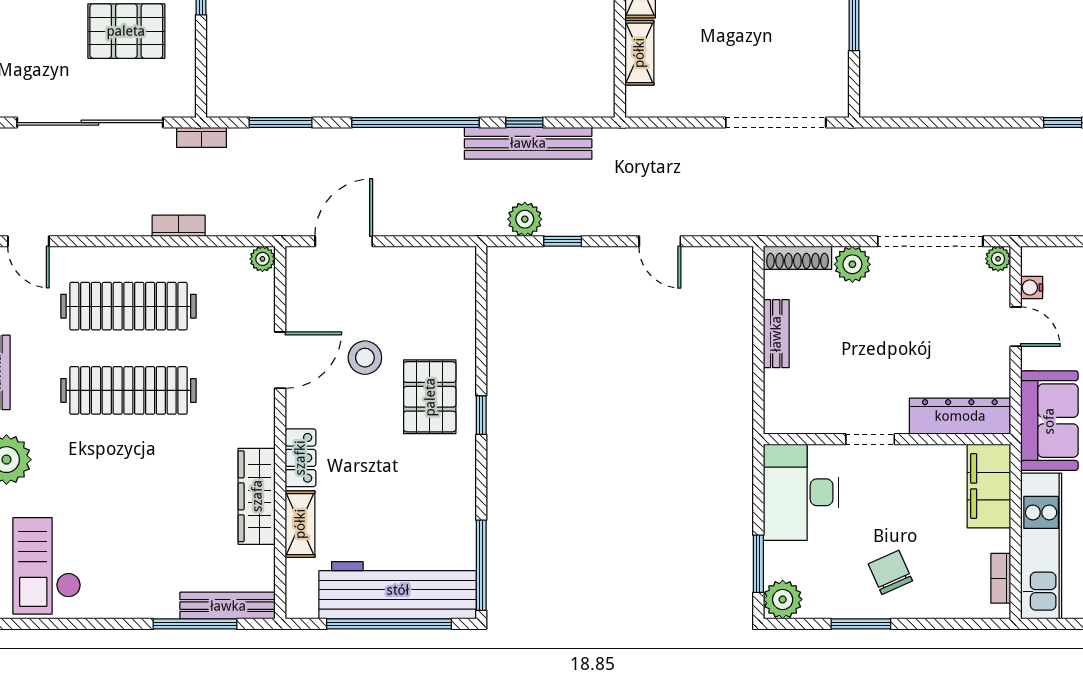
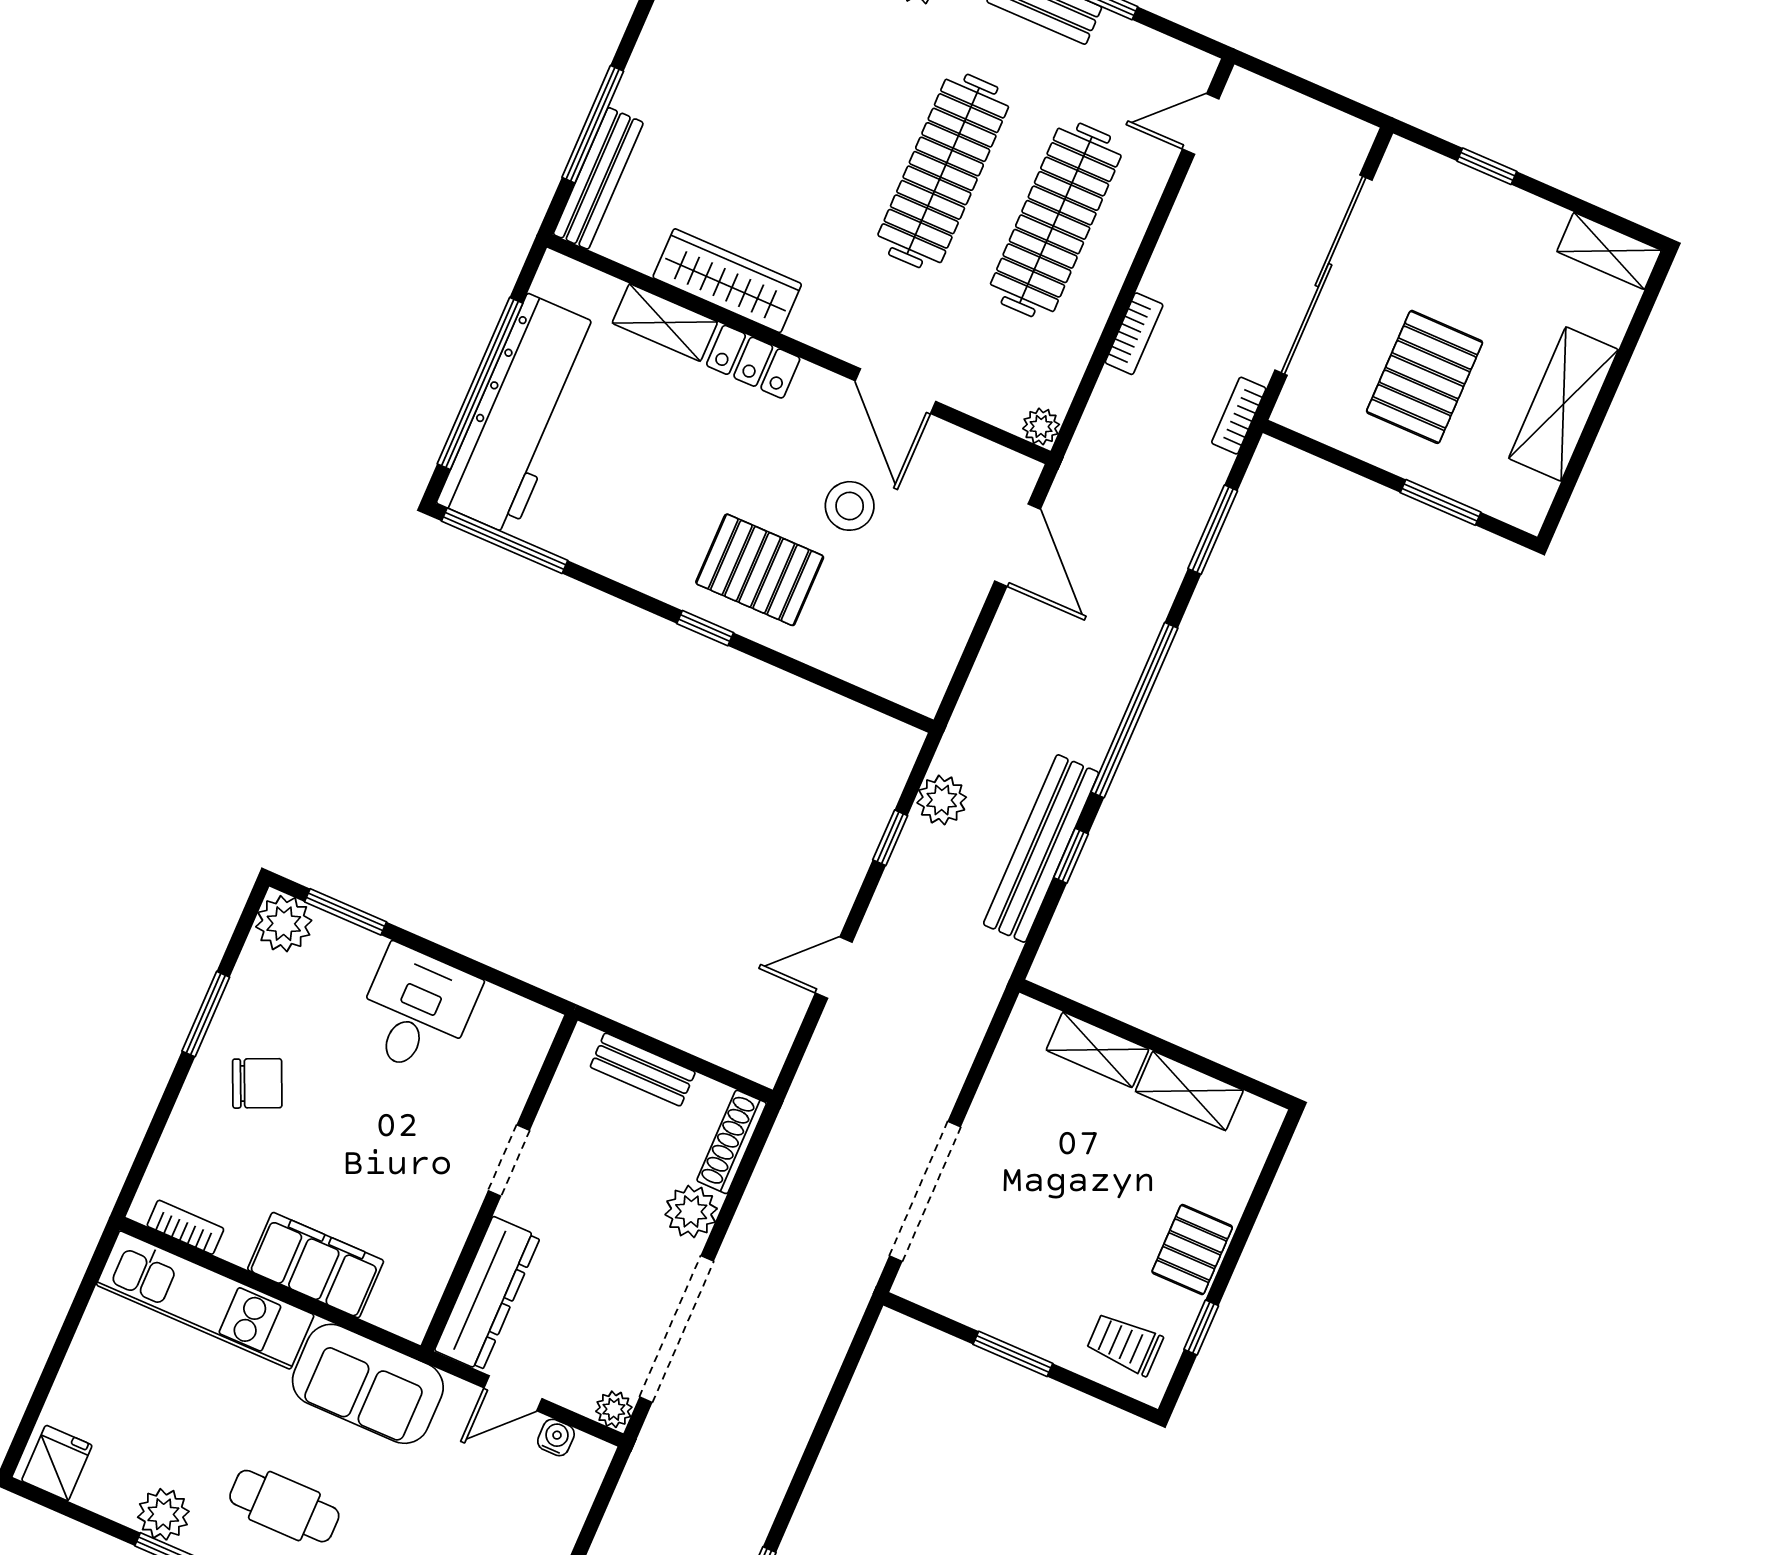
dresser: (960, 416) -> (487, 1294), moved
doorway: (870, 439) -> (509, 1160), moved
wall: (887, 439) -> (499, 1183), moved
desk: (801, 492) -> (416, 1011), width x0.73

